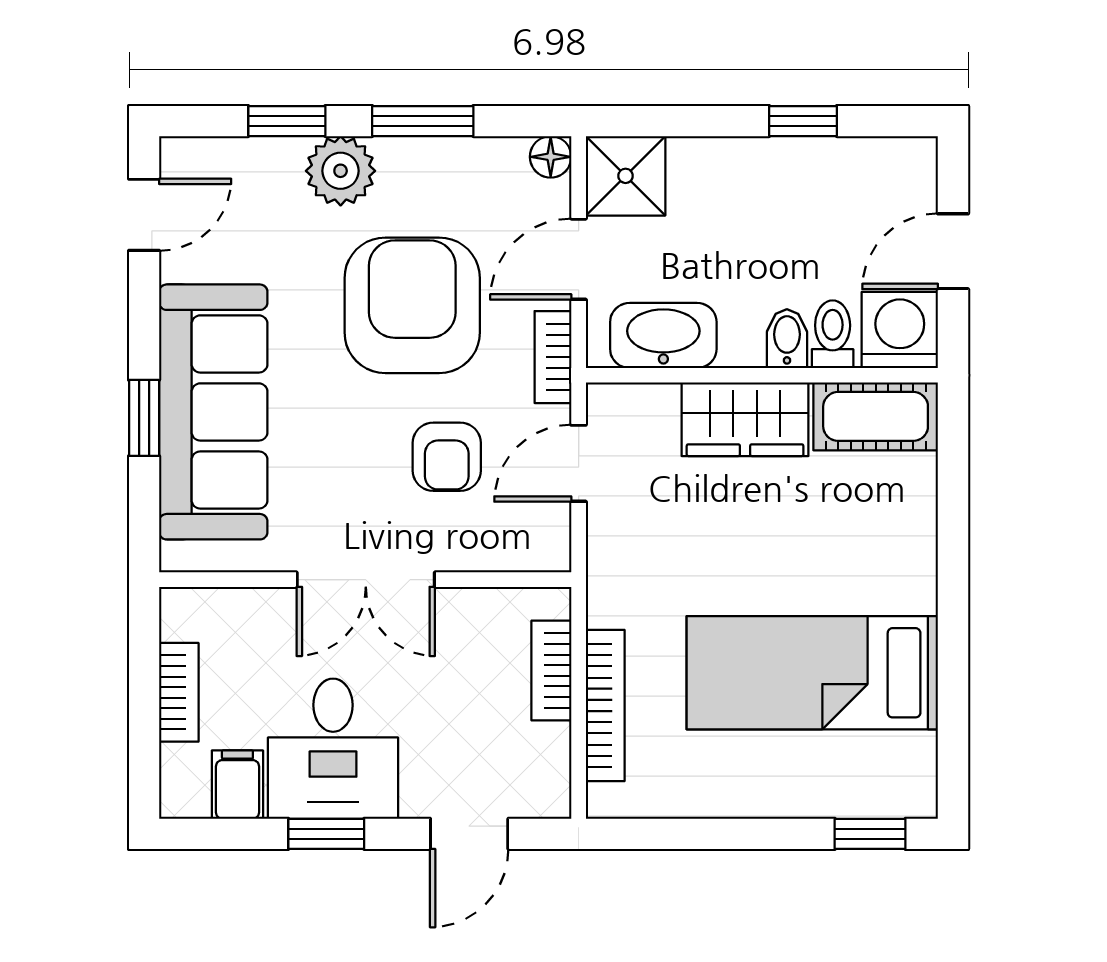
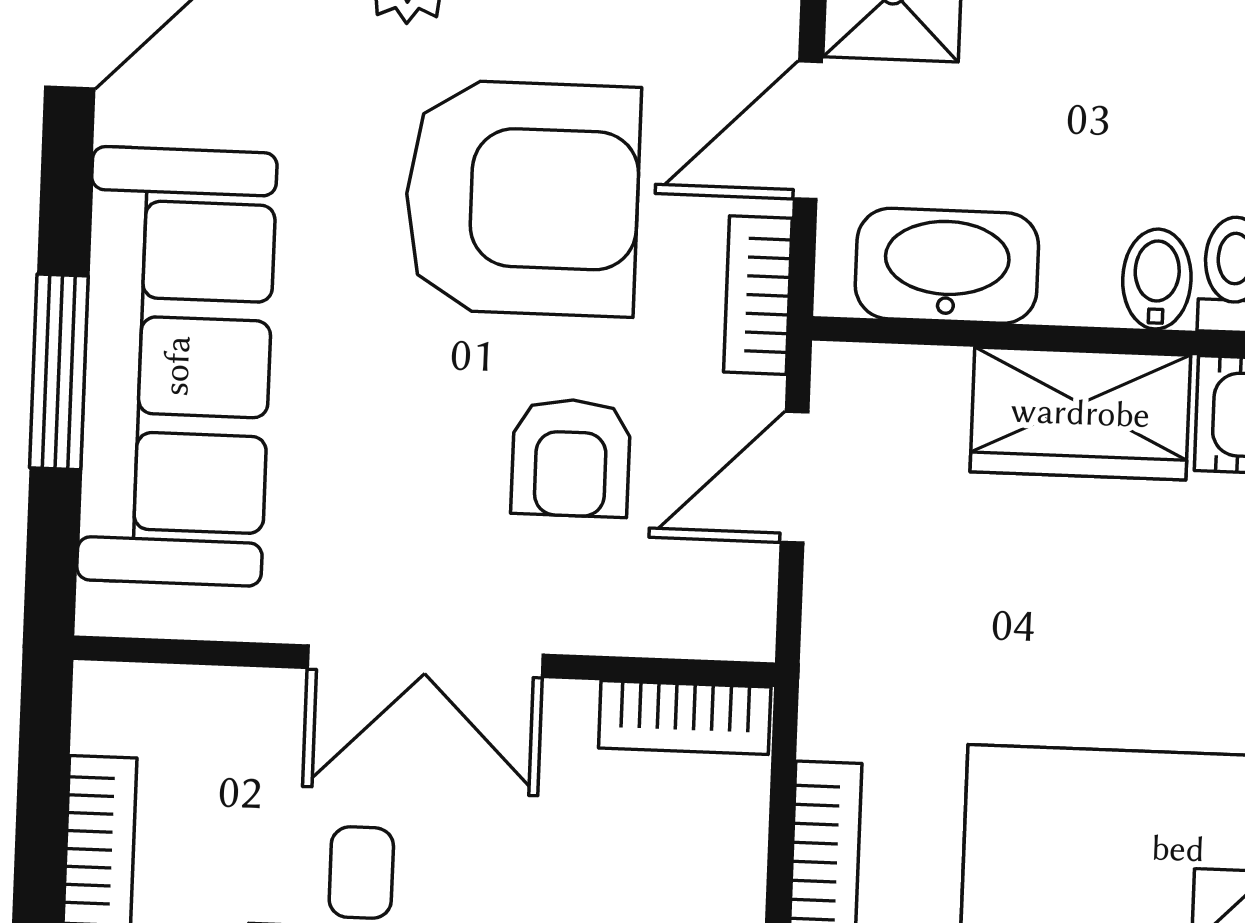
armchair: (412, 305) -> (522, 198), turned 90
window: (144, 418) -> (59, 372), width x1.50
bookcase: (551, 671) -> (685, 717), moved, turned -90

